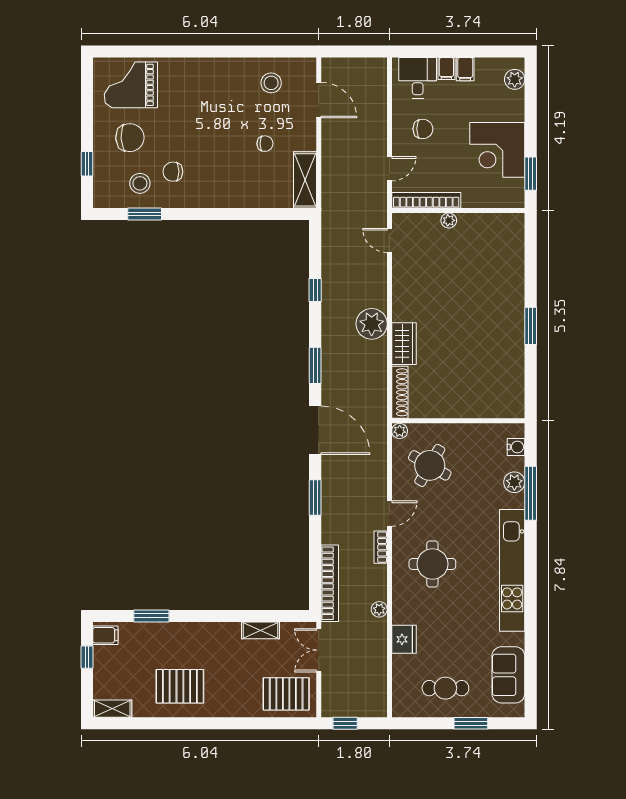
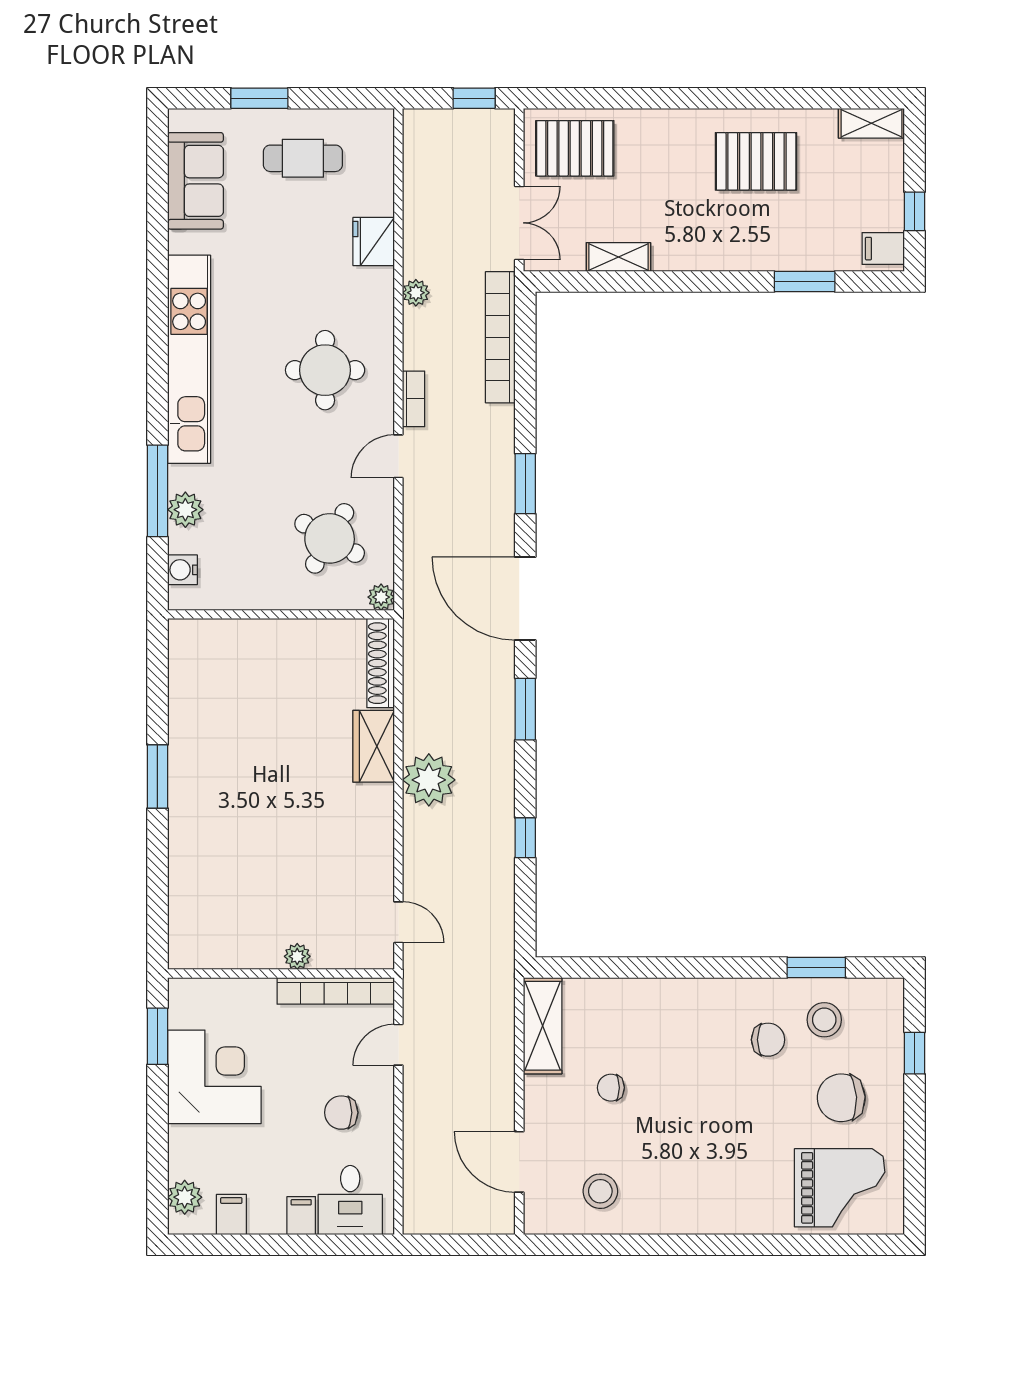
filing cabinet: (465, 69) -> (231, 1215), moved

